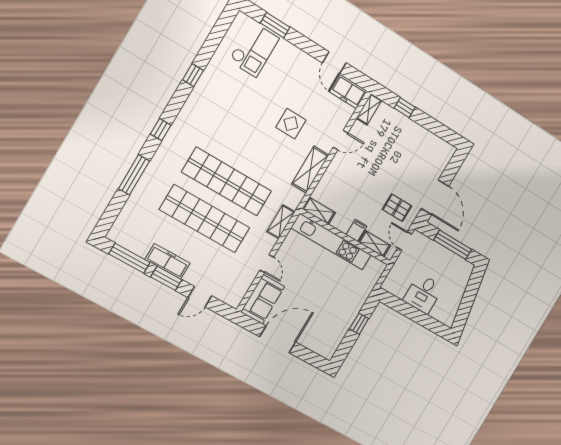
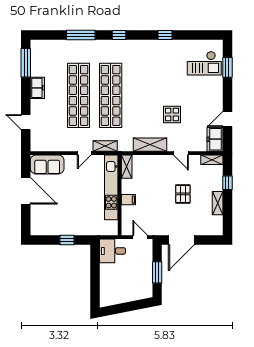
pallet: (397, 208) -> (183, 194), moved
door: (405, 241) -> (140, 237), hinge flipped
shelving: (374, 244) -> (218, 203), moved
window: (453, 245) -> (157, 272), width x0.69
freezer: (167, 261) -> (37, 88), width x0.71
door: (267, 264) -> (84, 153), moved
window: (166, 278) -> (26, 94), removed
desk: (423, 294) -> (112, 251), moved

